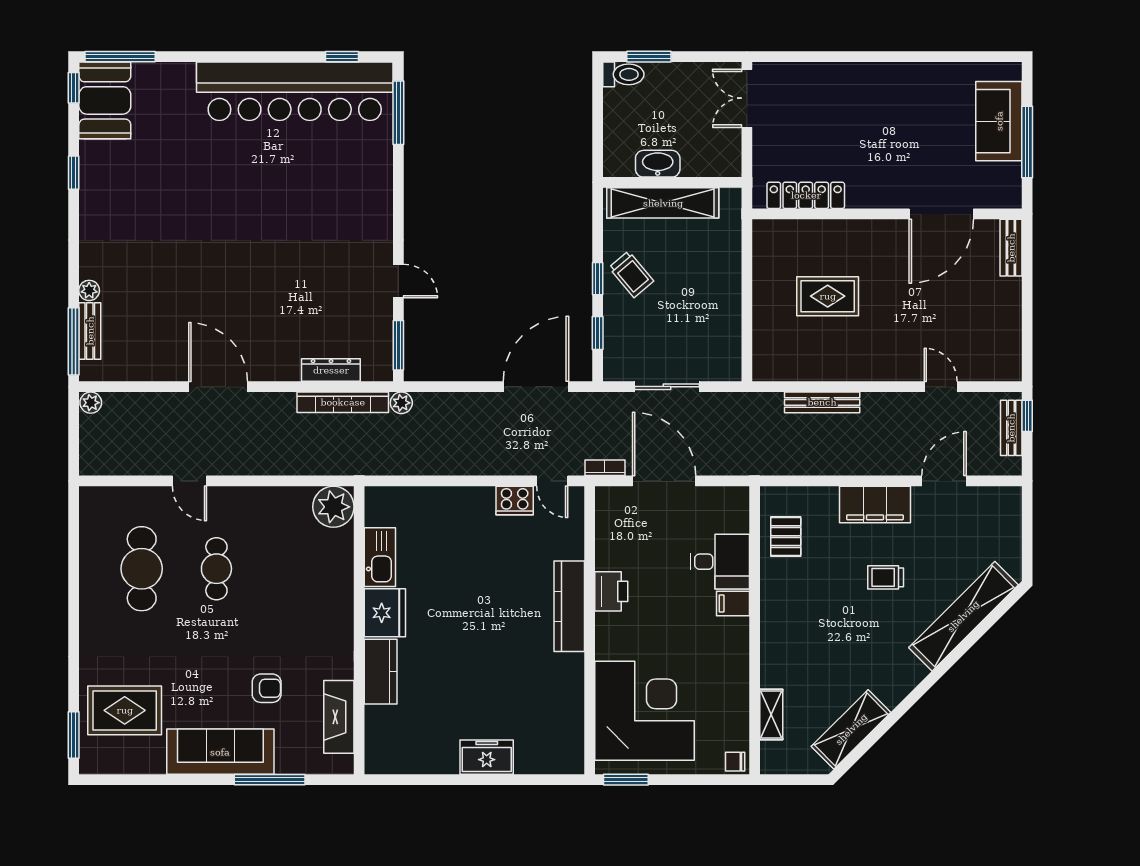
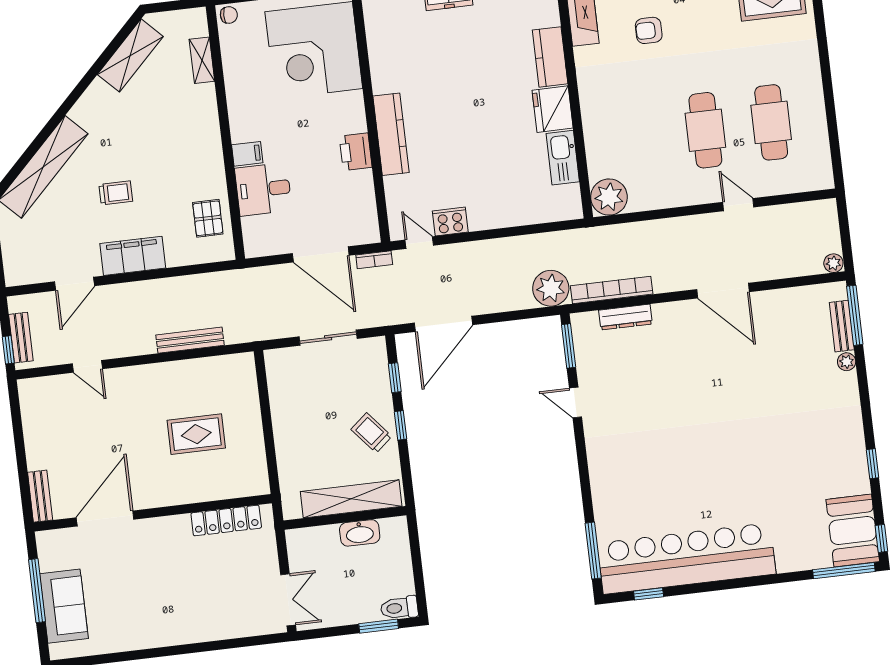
plant: (401, 403) -> (551, 288), width x1.87, depth x1.87
cafe table: (216, 569) -> (705, 130), width x1.37, depth x1.35

